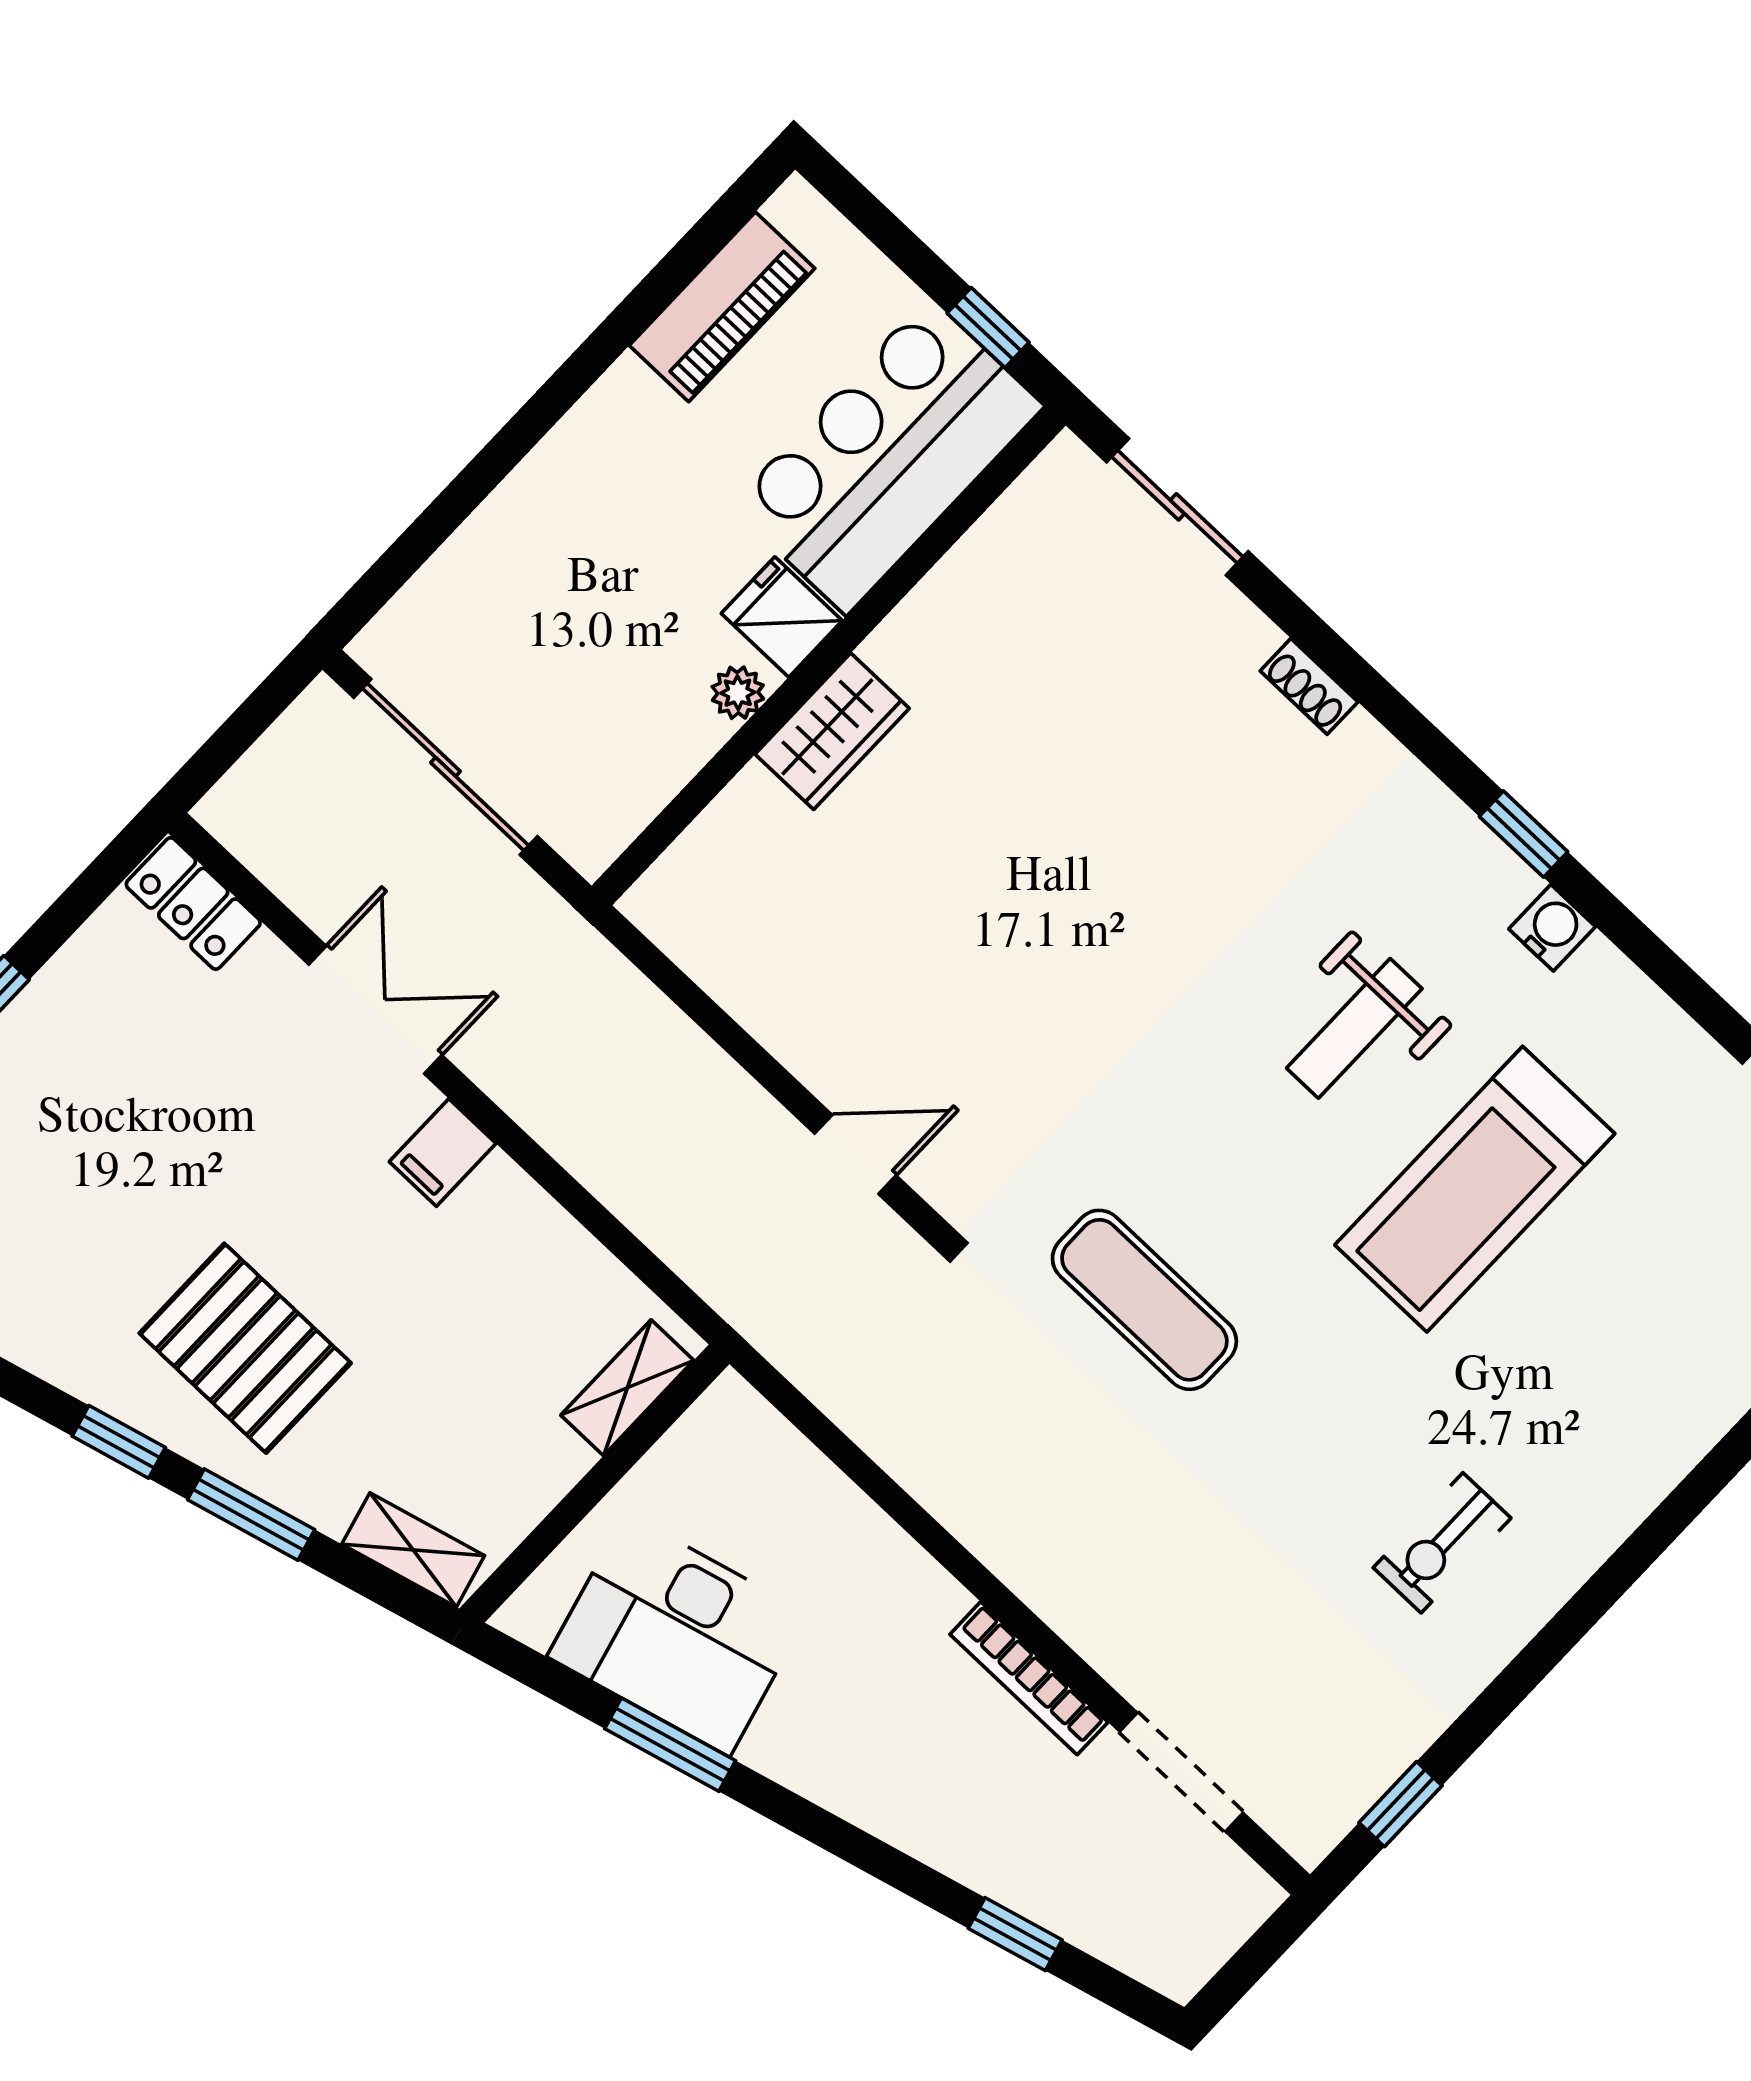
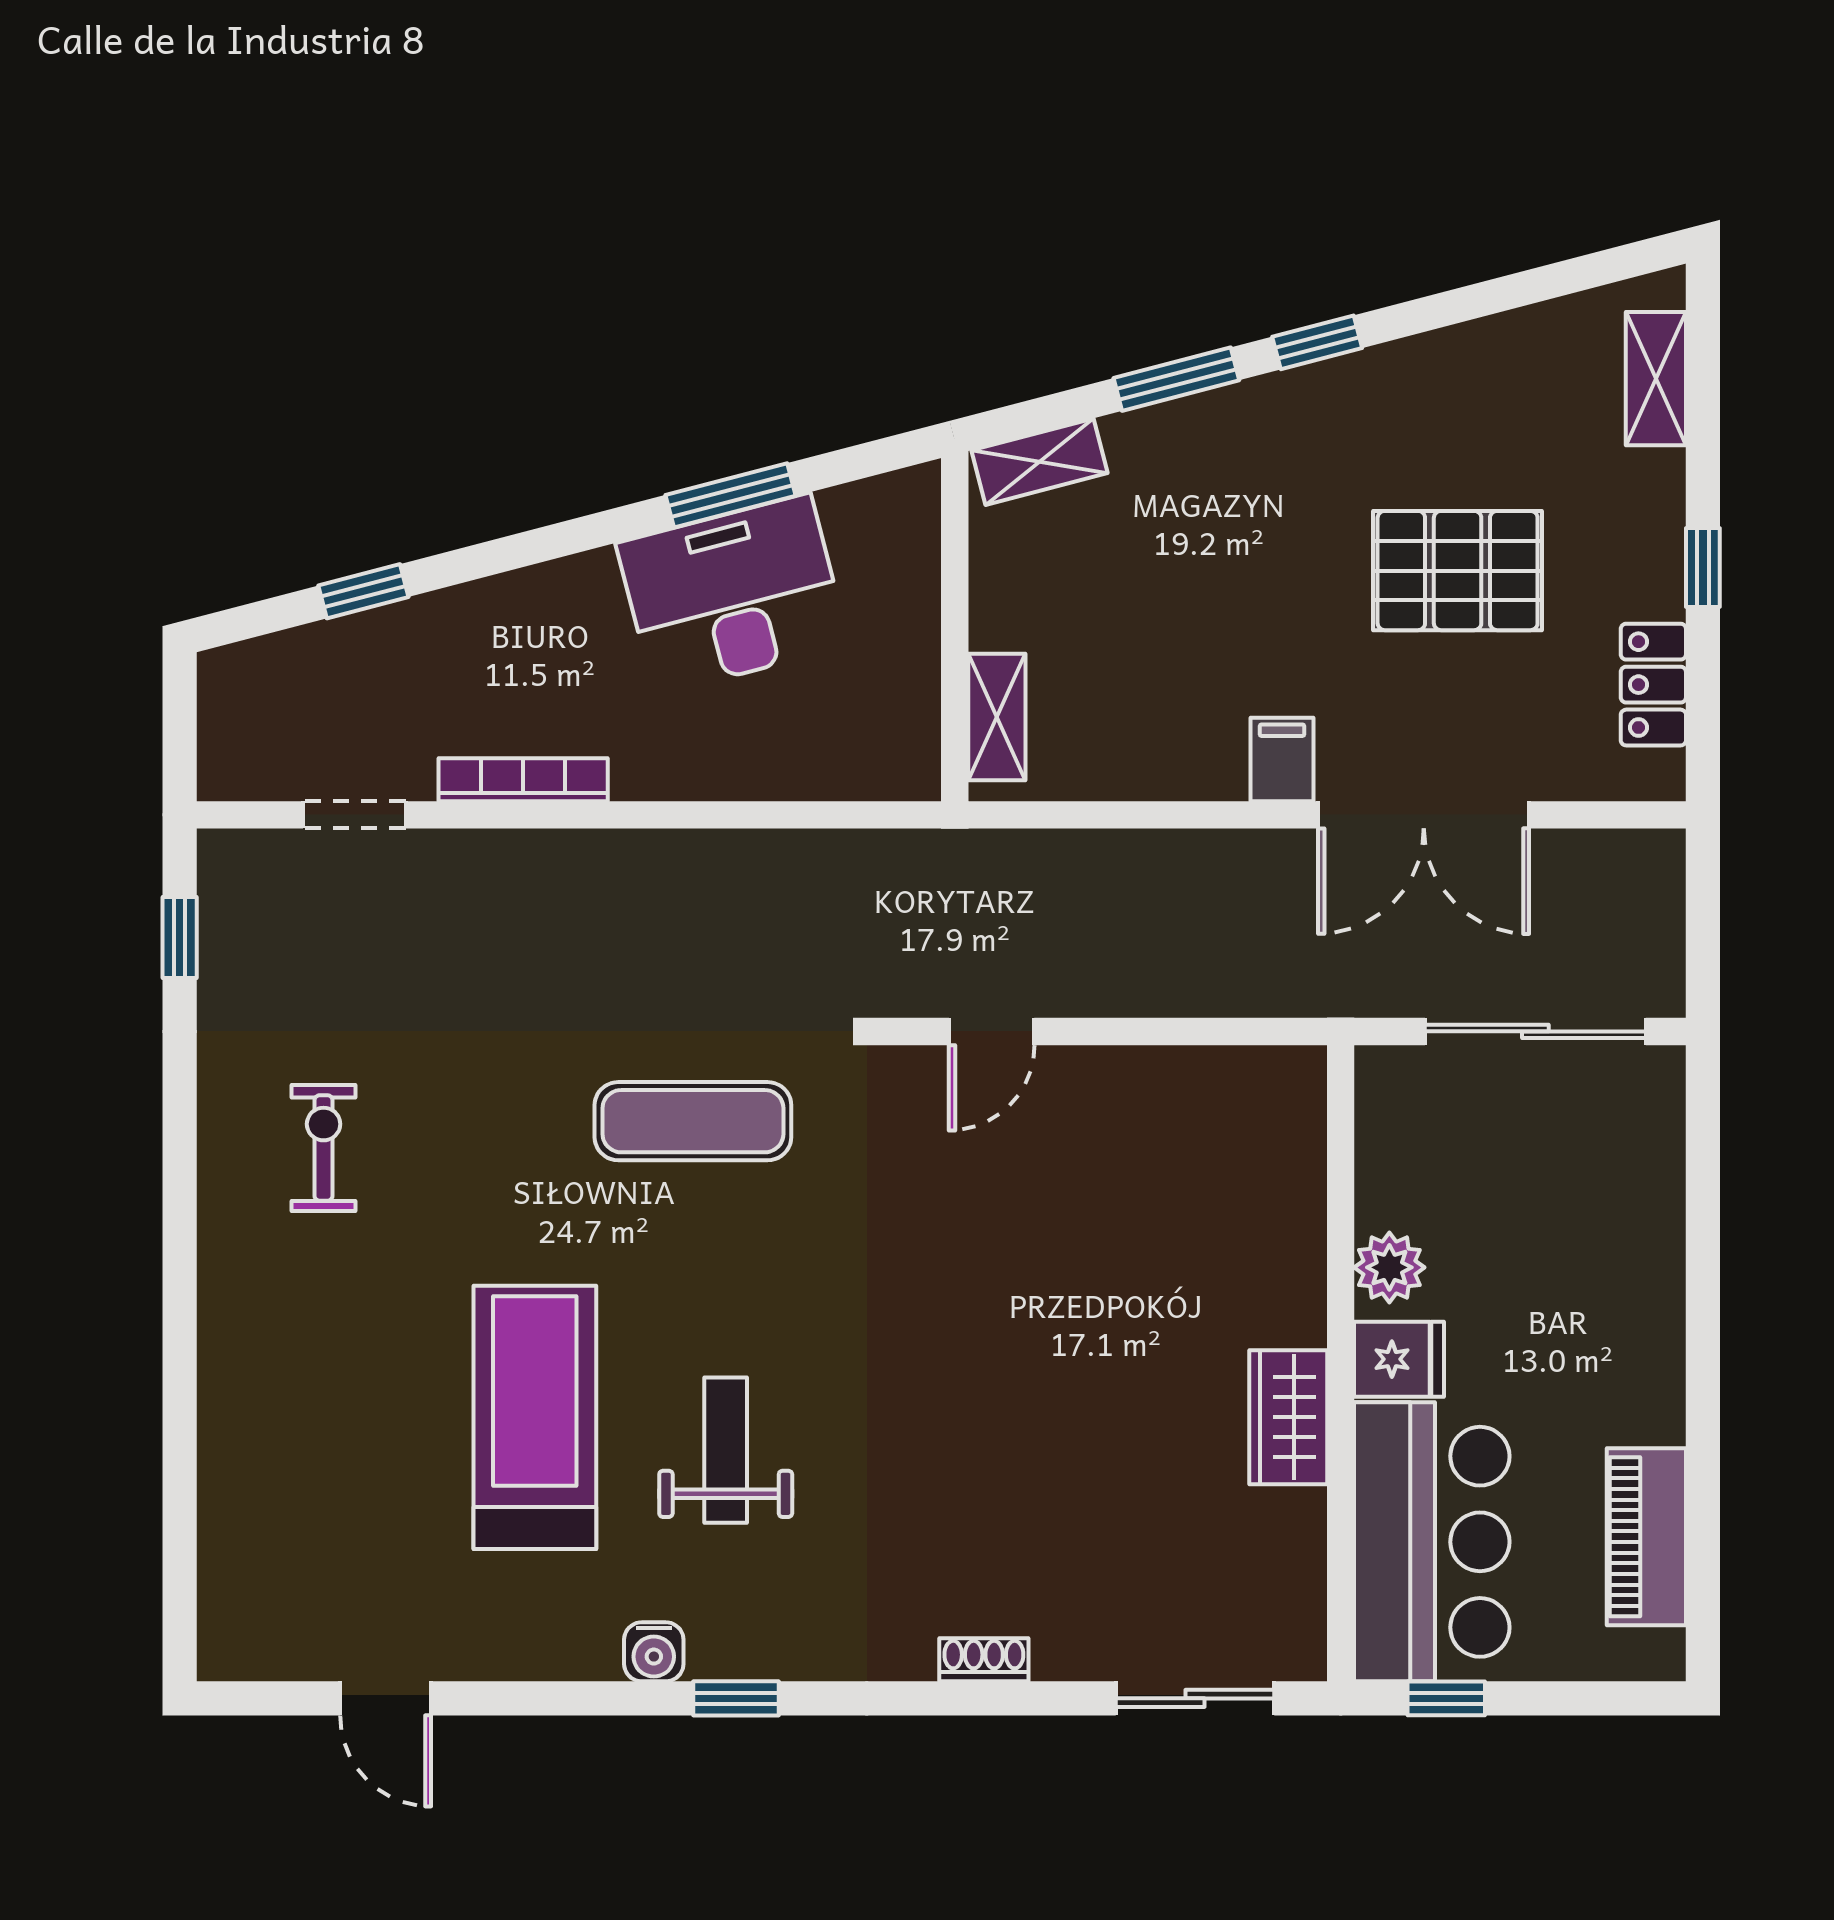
plant: (738, 693) -> (1389, 1267), width x1.38, depth x1.38
wardrobe: (832, 731) -> (1288, 1417), moved
locker: (193, 903) -> (1653, 685), moved, turned -90
double door: (375, 1010) -> (1424, 815), width x1.37
pallet: (245, 1348) -> (1458, 571), moved
desk: (678, 1635) -> (733, 594), moved
doorway: (1181, 1772) -> (354, 815), width x0.73

